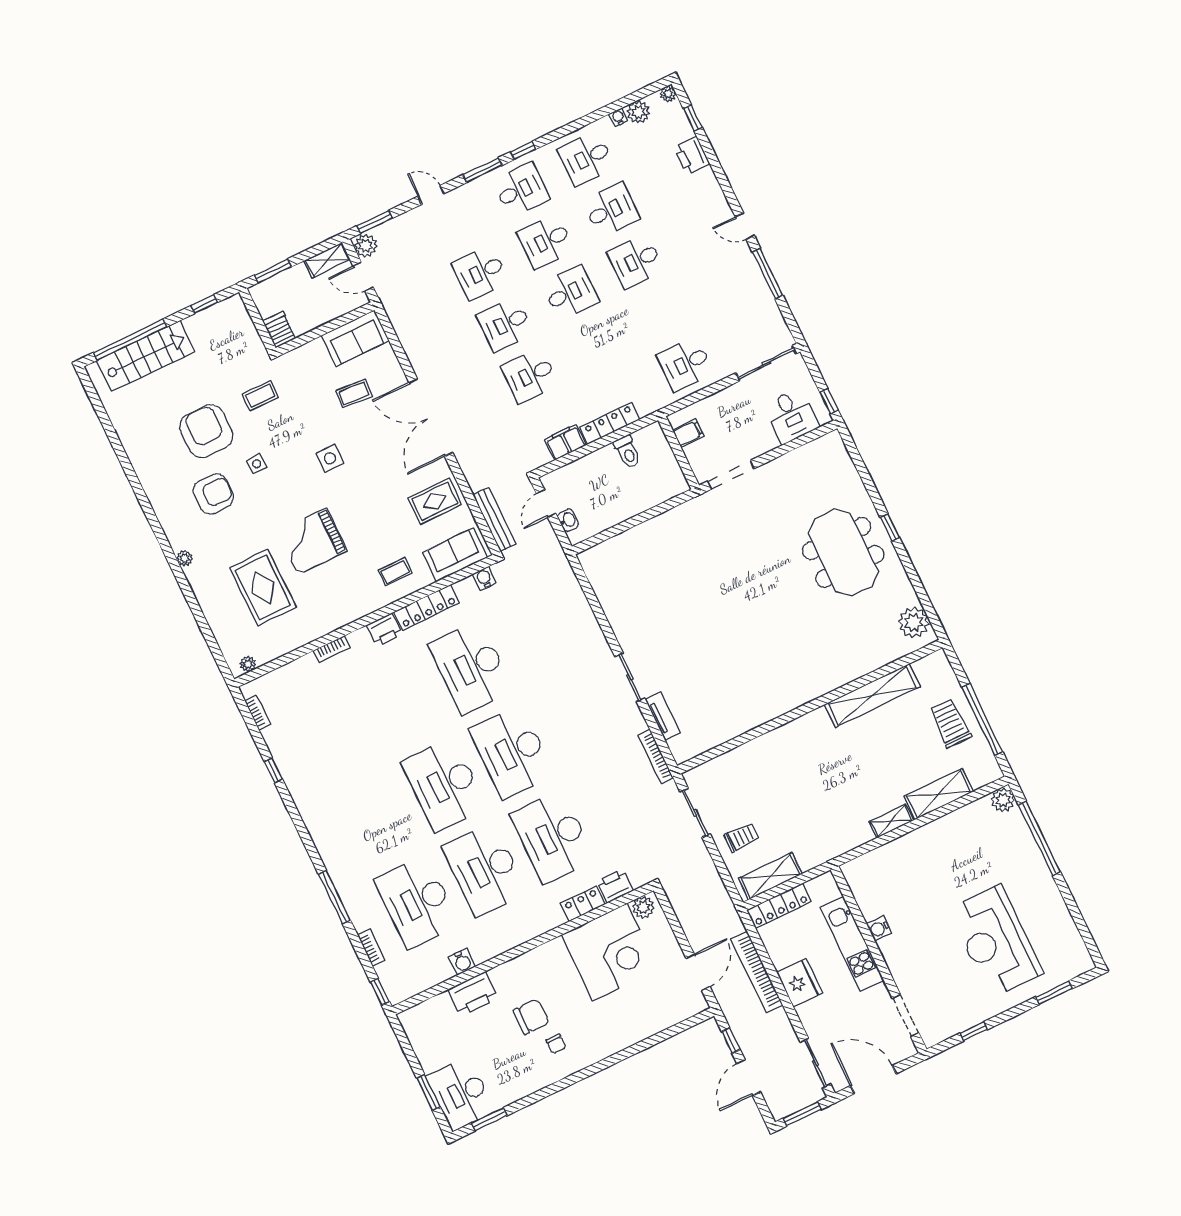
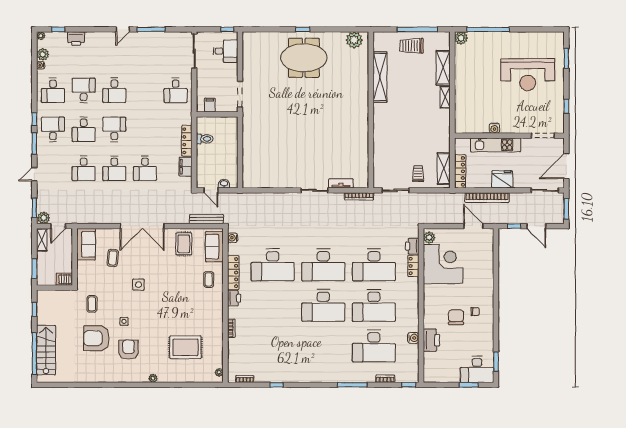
grand piano: (312, 541) -> (174, 313), removed

